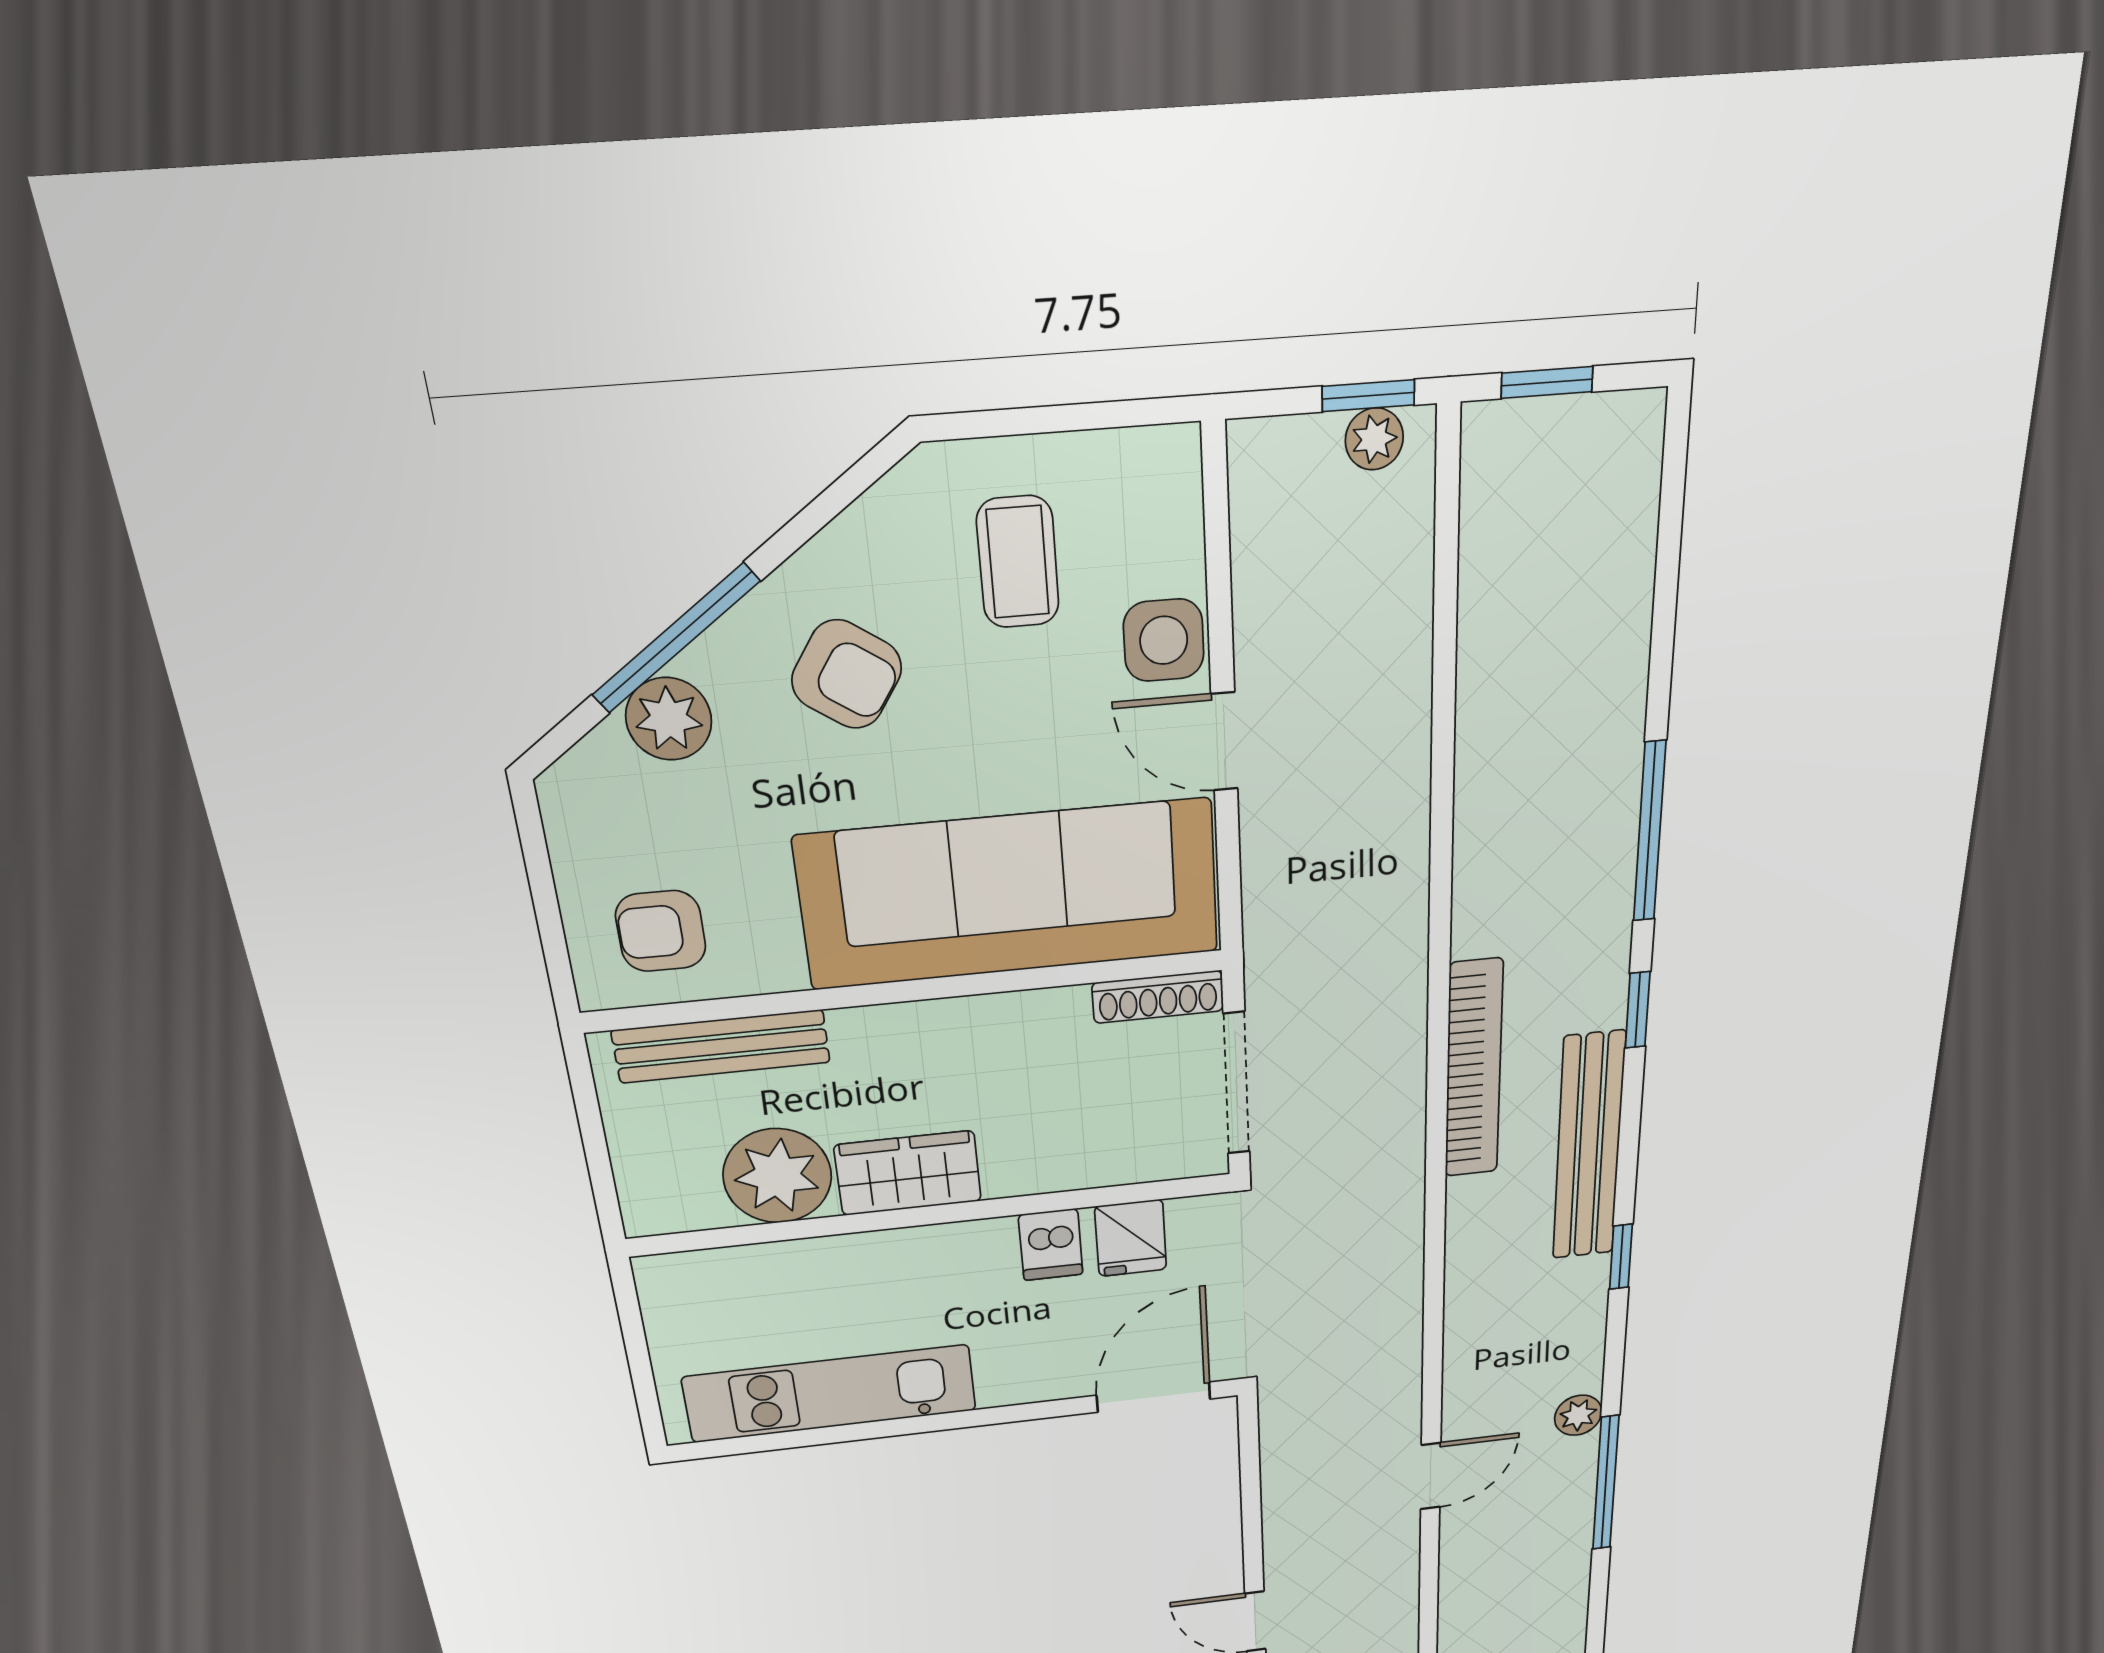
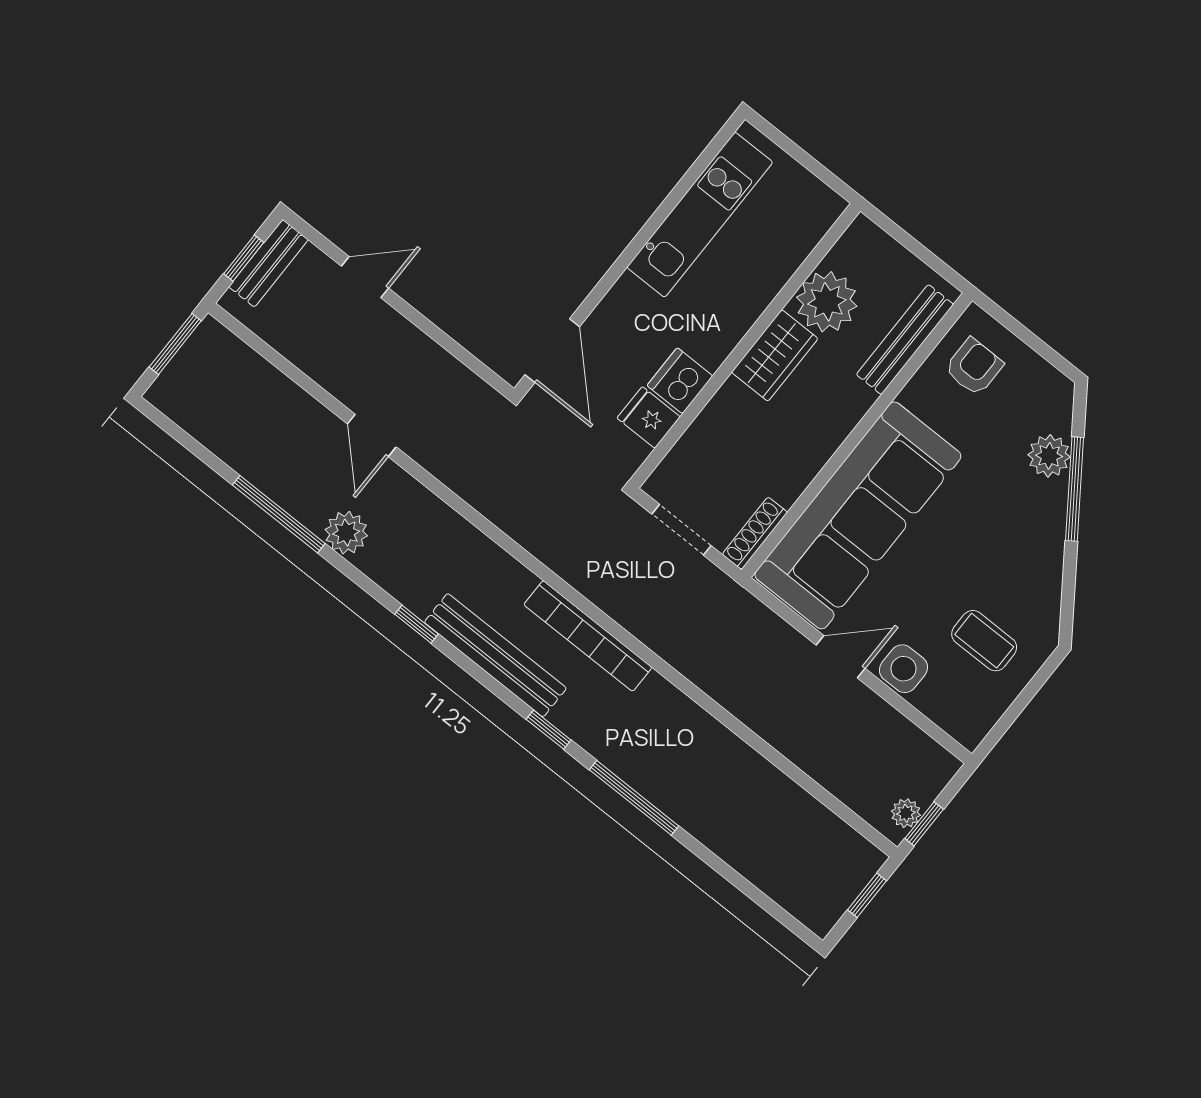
armchair: (847, 674) -> (1003, 538), removed
doorway: (1236, 1083) -> (681, 530), width x0.73
dishwasher: (1051, 1245) -> (680, 381), width x1.38
plant: (1578, 1415) -> (346, 533), width x1.38, depth x1.38

